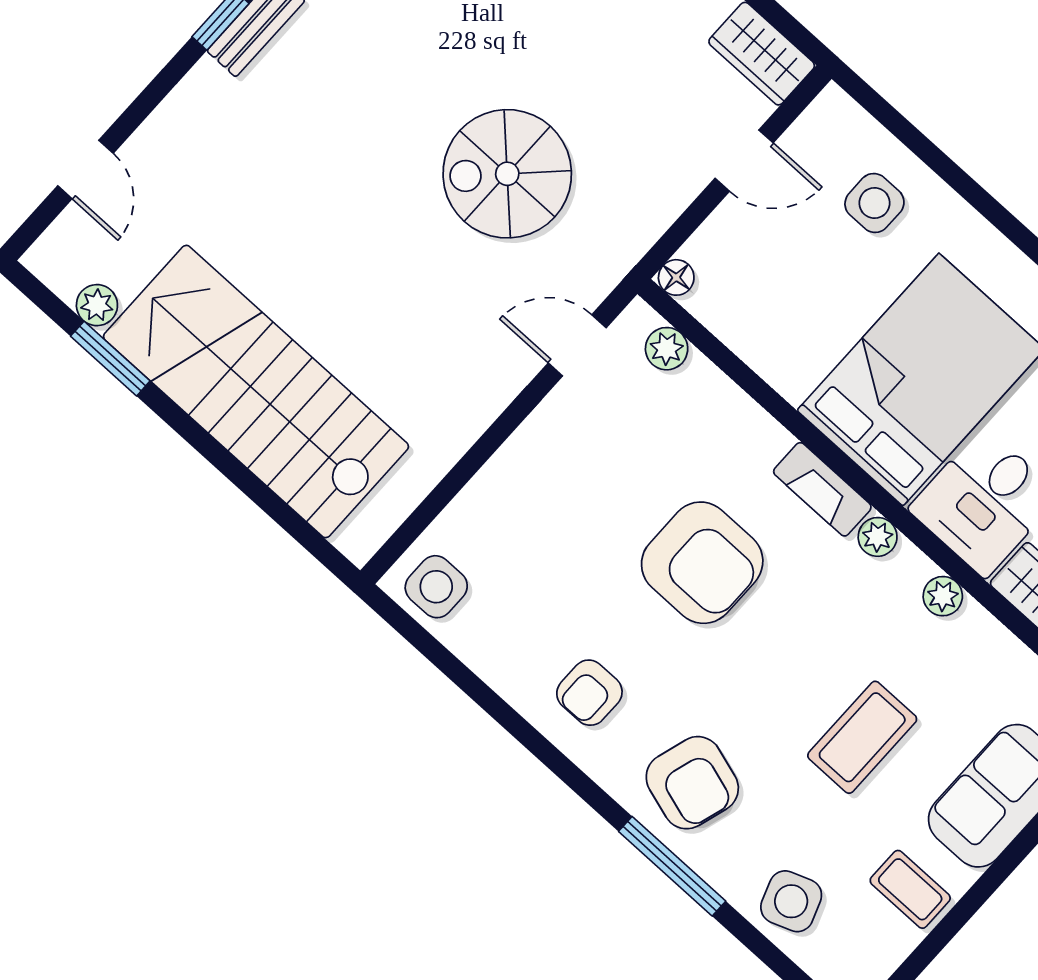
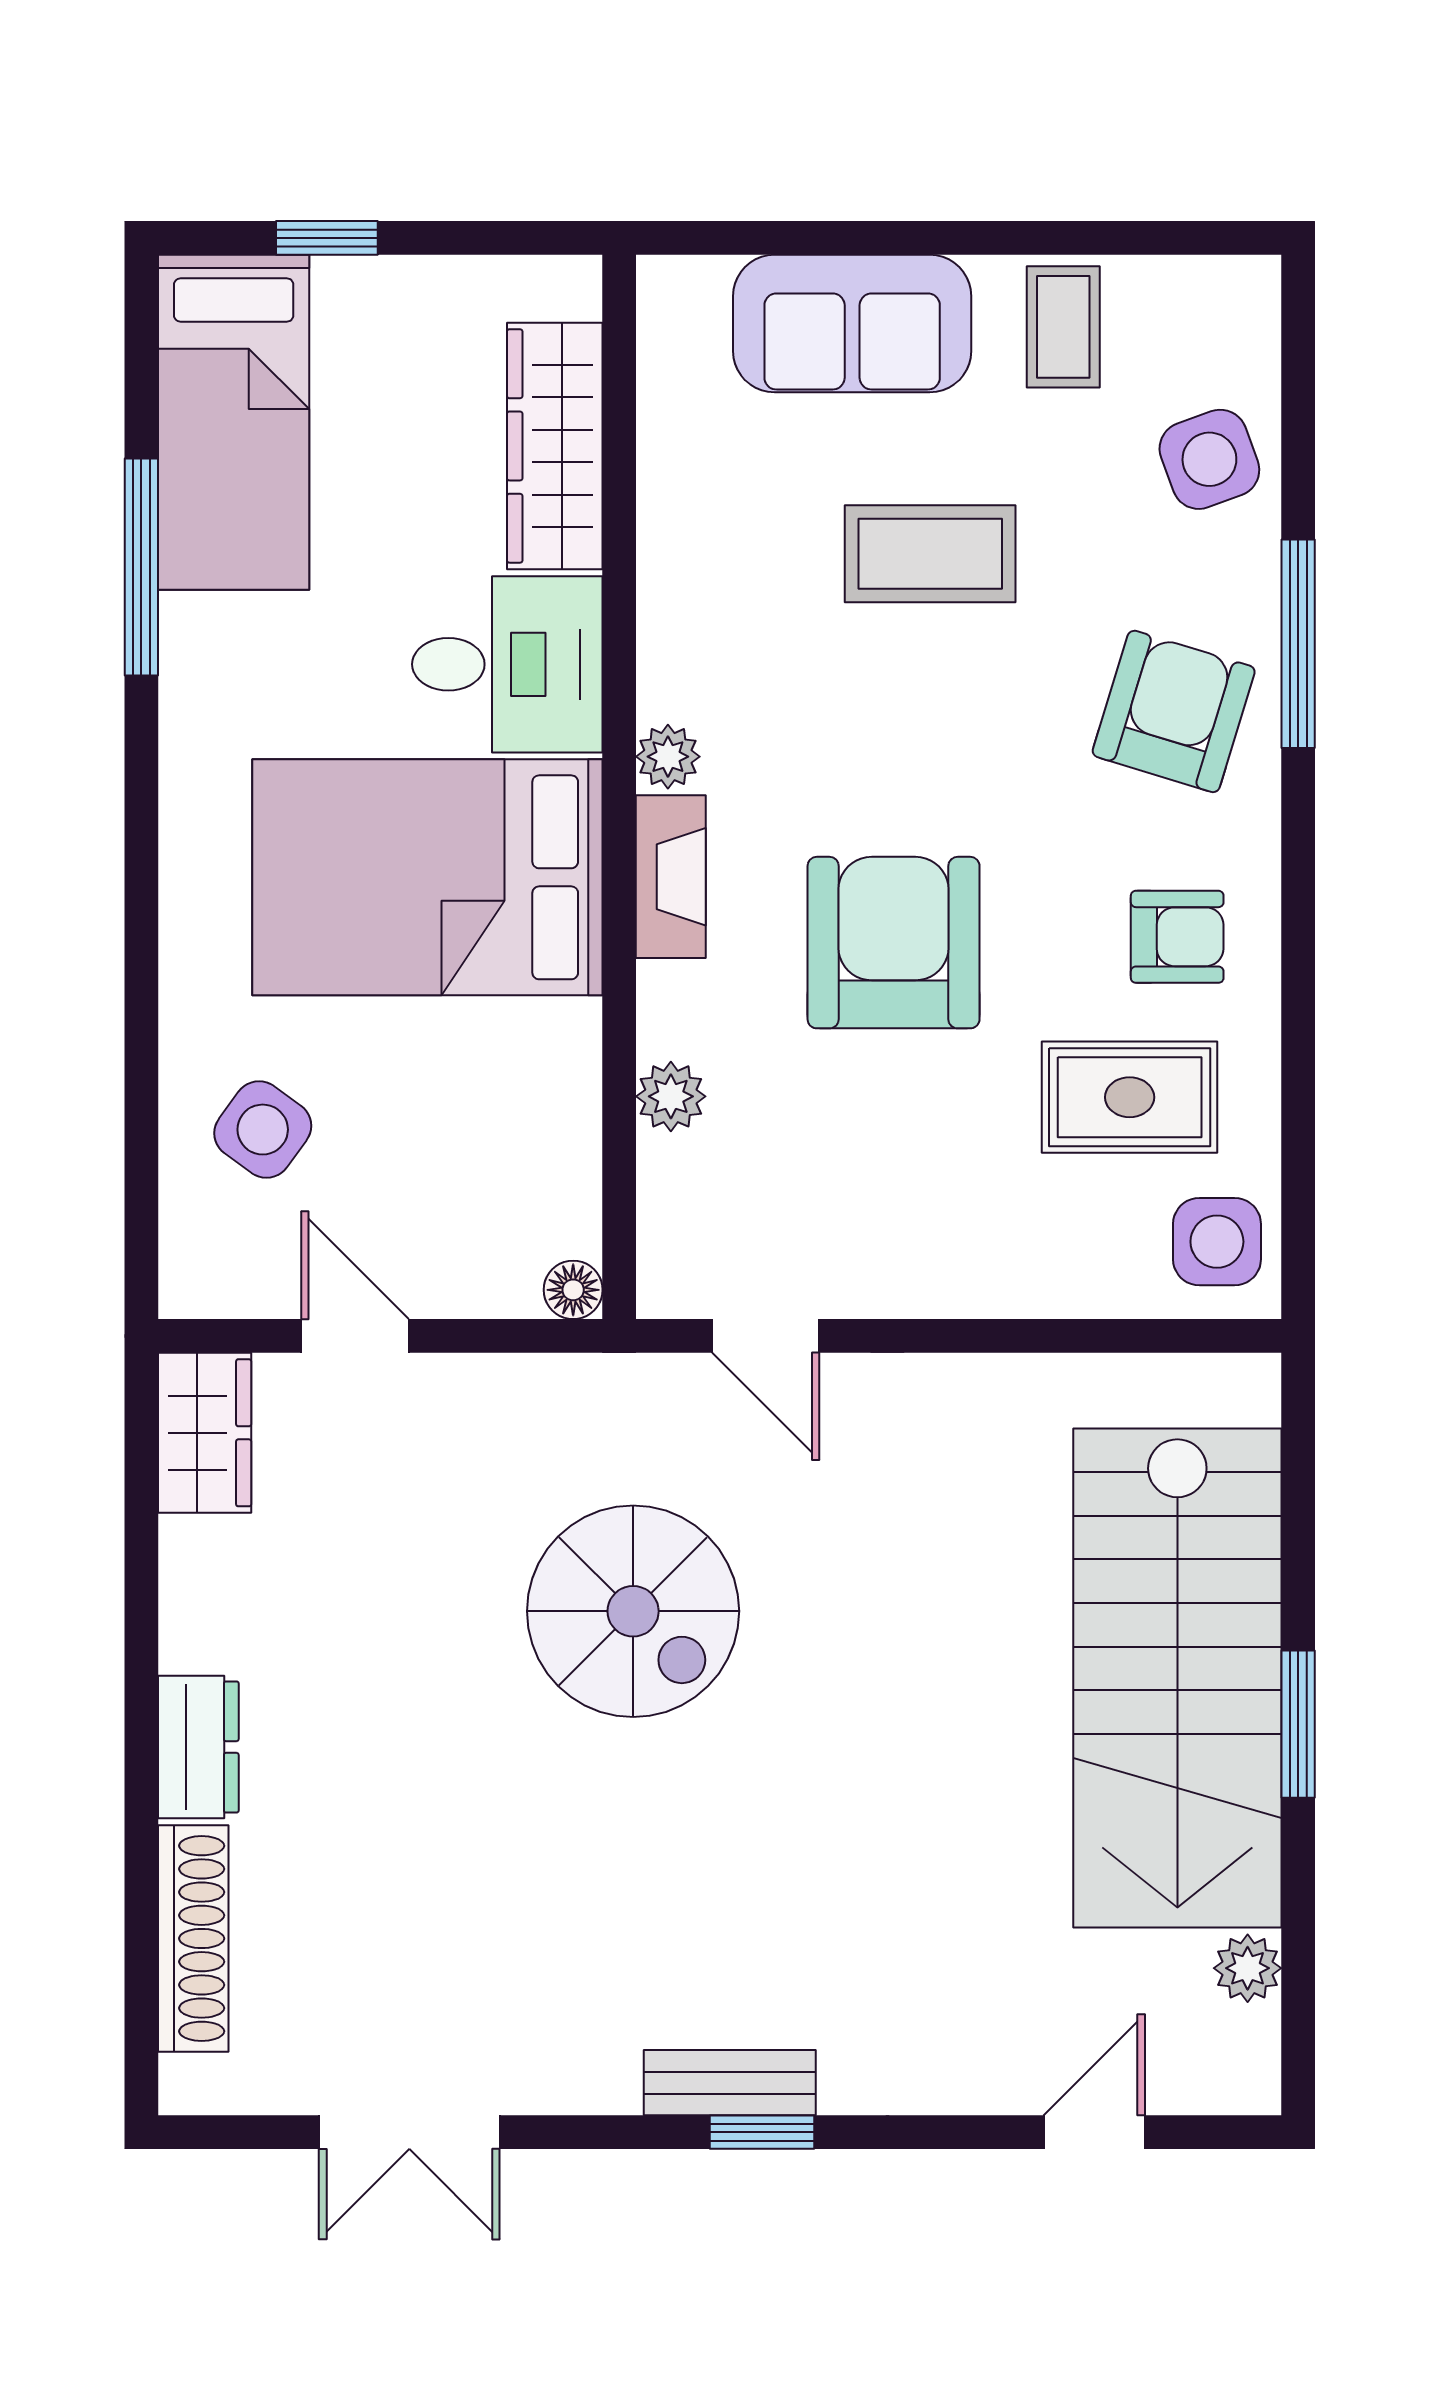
side table: (874, 203) -> (263, 1130), turned 36
plant: (667, 349) -> (671, 1096), moved
window: (110, 359) -> (1298, 1724), moved
plant: (943, 596) -> (668, 611), removed
rug: (537, 606) -> (1130, 1097), added

